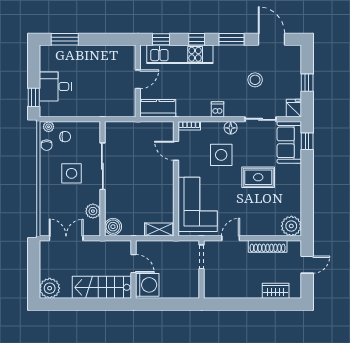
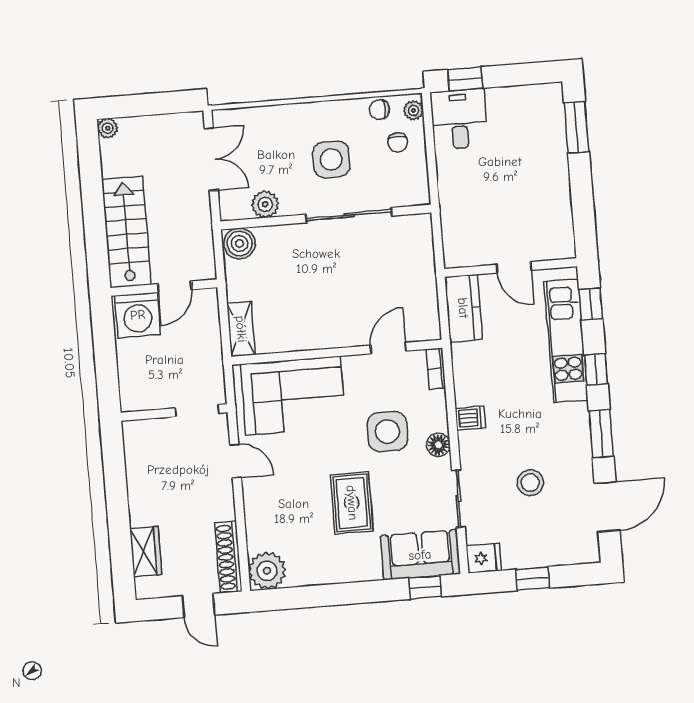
desk: (55, 87) -> (459, 119), moved
shoe rack: (268, 246) -> (228, 557), moved
plant: (50, 288) -> (108, 128), width x0.53, depth x0.53

